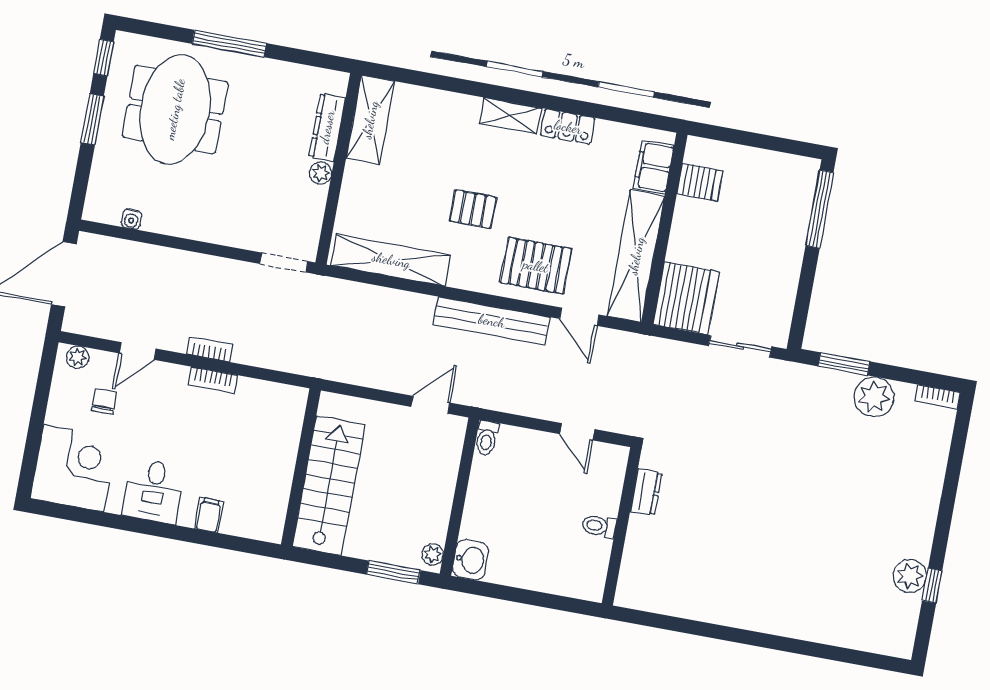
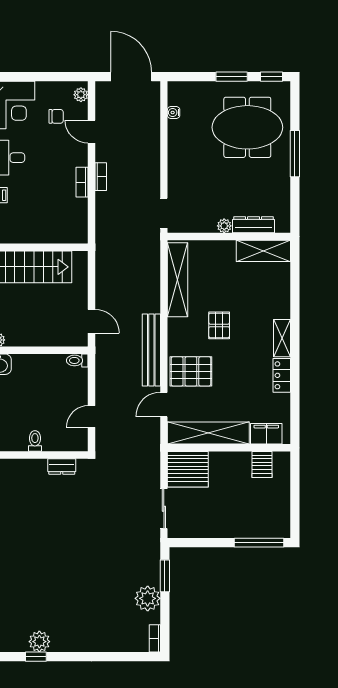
pallet: (536, 266) -> (191, 371), turned 90

